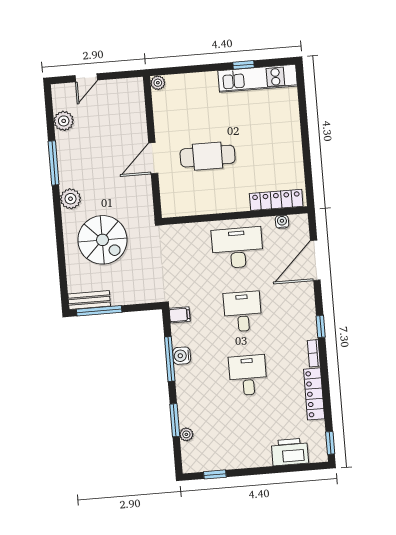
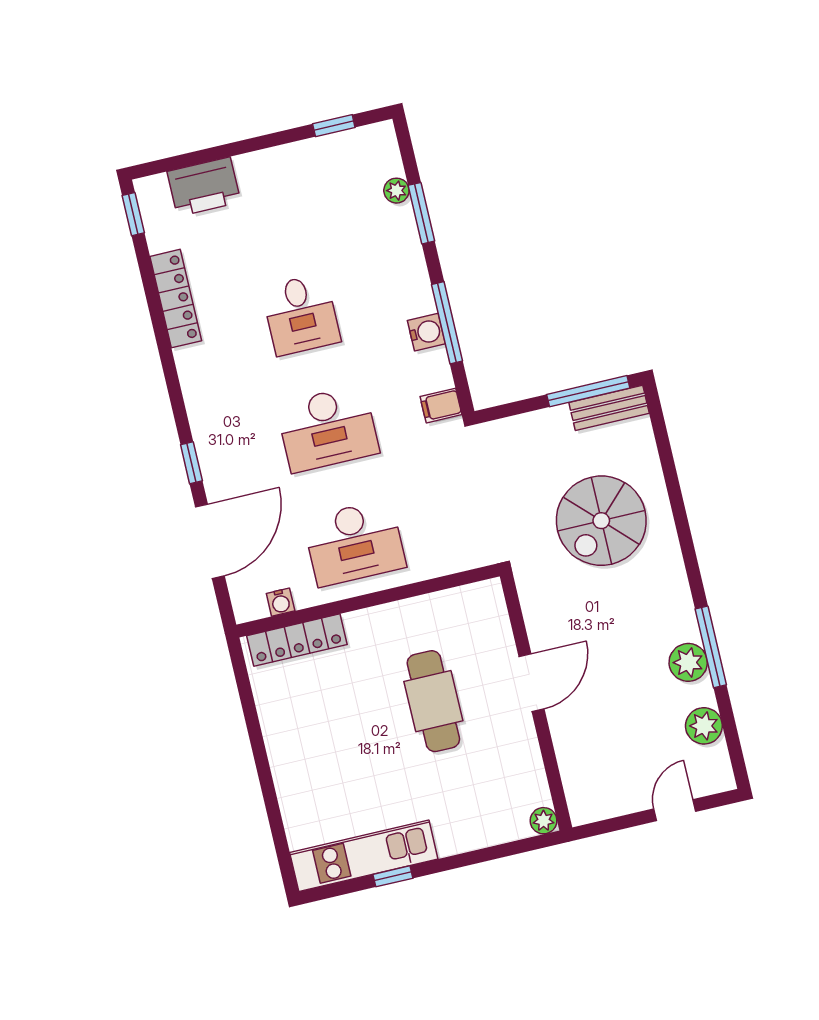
cafe table: (208, 156) -> (433, 701), turned 90
plant: (71, 199) -> (688, 662), moved
spiral stairs: (102, 240) -> (601, 521), turned -90
desk: (243, 312) -> (328, 429), width x1.37
window: (321, 326) -> (191, 463), moved
bookcase: (314, 353) -> (187, 372), removed

